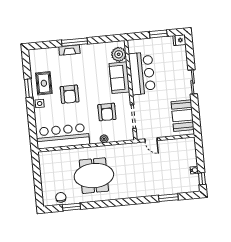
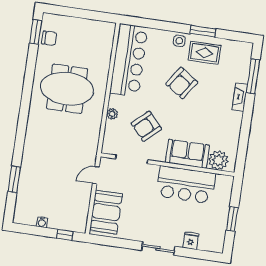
fridge: (179, 40) -> (191, 241), moved
window: (74, 42) -> (253, 76), moved
armchair: (70, 94) -> (182, 83), turned -56
armchair: (107, 112) -> (146, 126), turned -43
booth: (183, 116) -> (106, 212), moved, turned 90
meeting table: (94, 176) -> (67, 89), turned 90
window: (202, 179) -> (65, 235), moved
window: (71, 207) -> (36, 32), moved

